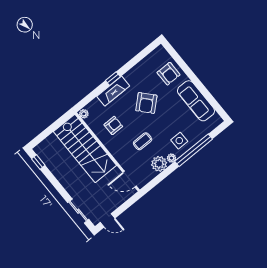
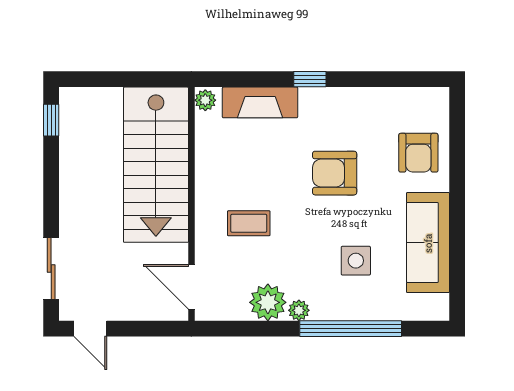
fireplace: (113, 91) -> (260, 102), moved
armchair: (146, 103) -> (335, 173), turned 42
armchair: (113, 125) -> (241, 165), removed
coffee table: (143, 141) -> (249, 223), moved
side table: (179, 141) -> (356, 261), moved

